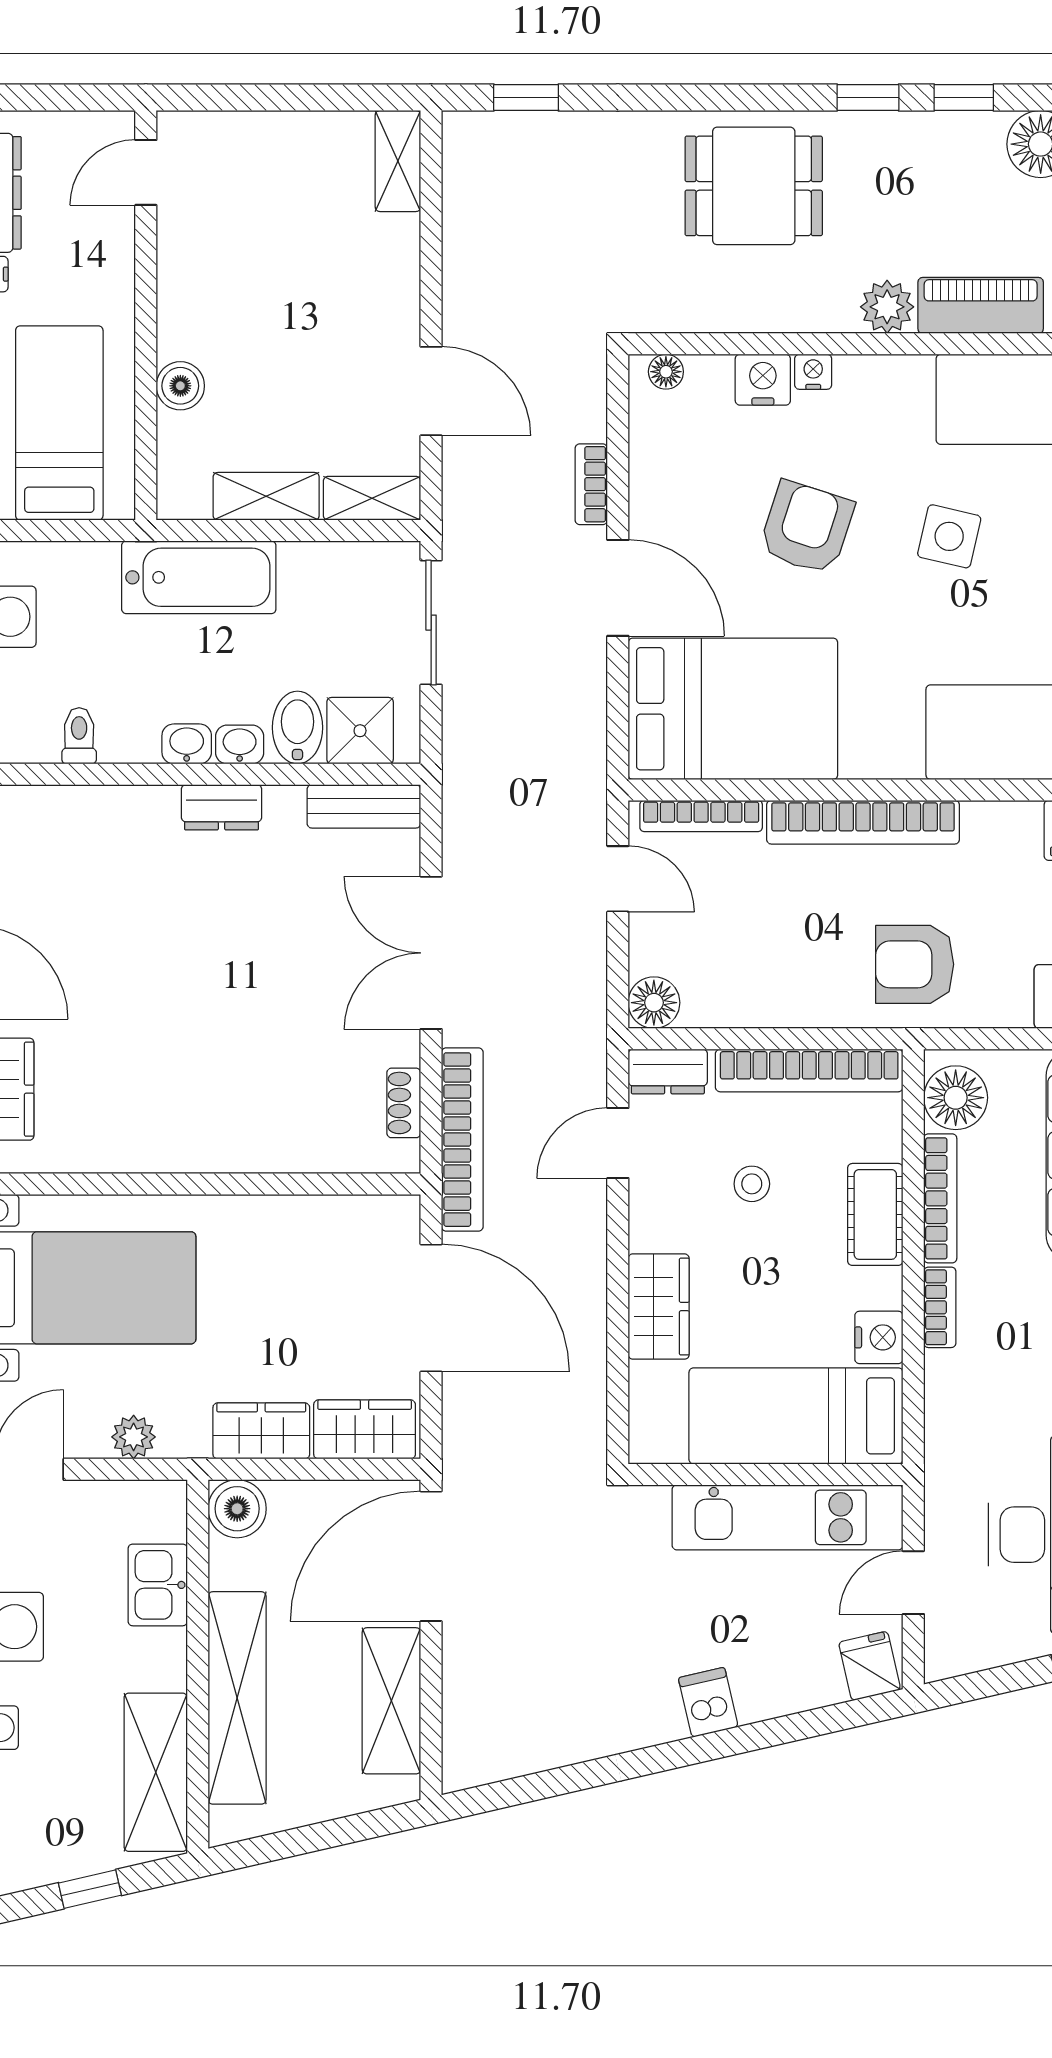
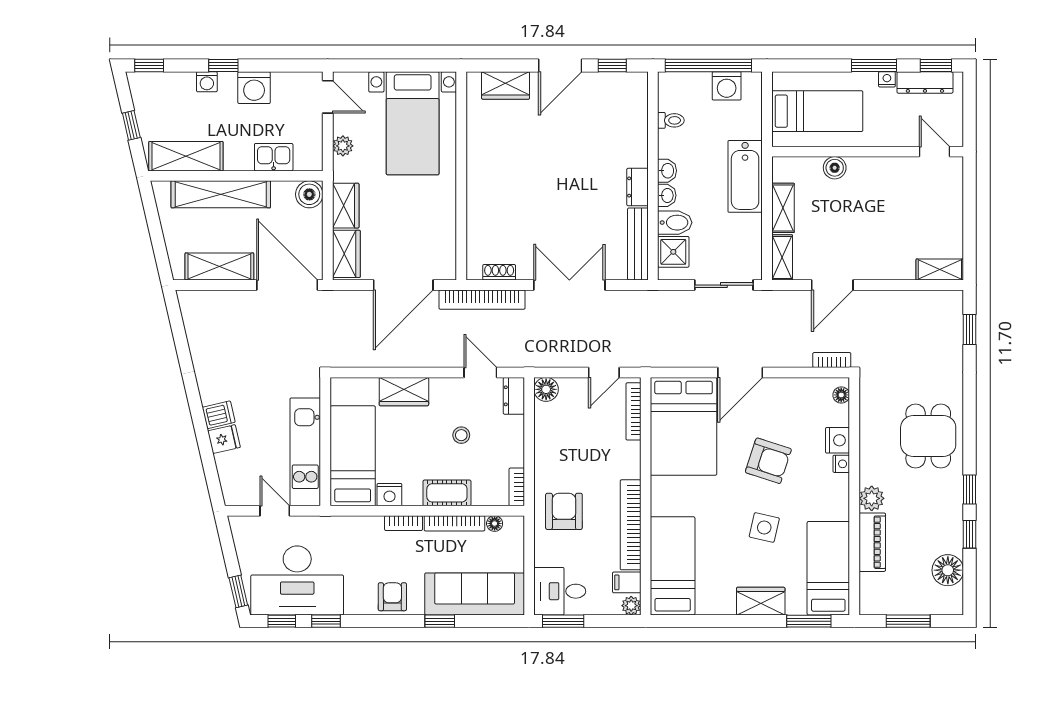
bookcase: (591, 484) -> (832, 360), moved
bench: (364, 806) -> (638, 244), width x1.36
bookcase: (863, 822) -> (631, 525), moved
bookcase: (809, 1070) -> (517, 487), width x0.43, depth x0.76
floor lamp: (956, 1098) -> (495, 523), width x0.53, depth x0.53
fridge: (870, 1666) -> (224, 439), moved

